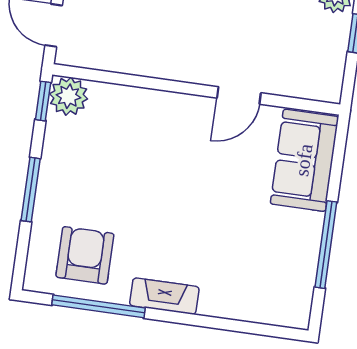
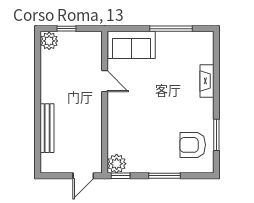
fireplace: (164, 296) -> (207, 81), moved
window: (98, 306) -> (216, 135), width x0.69

